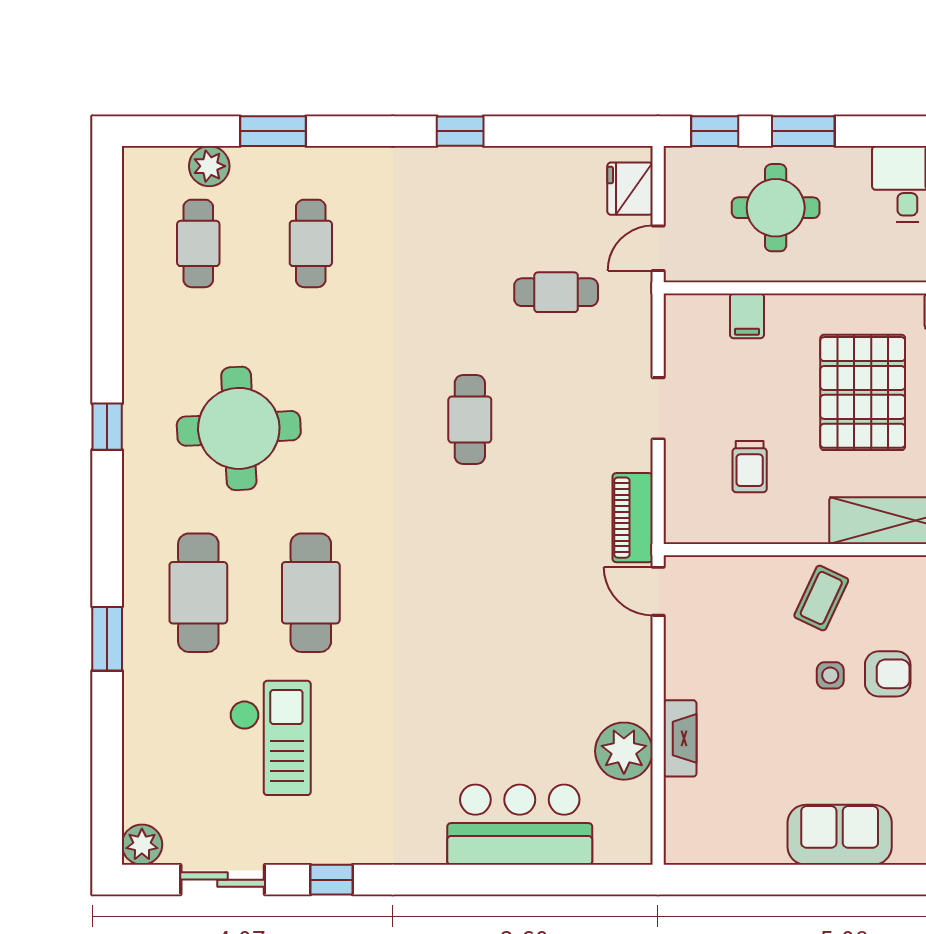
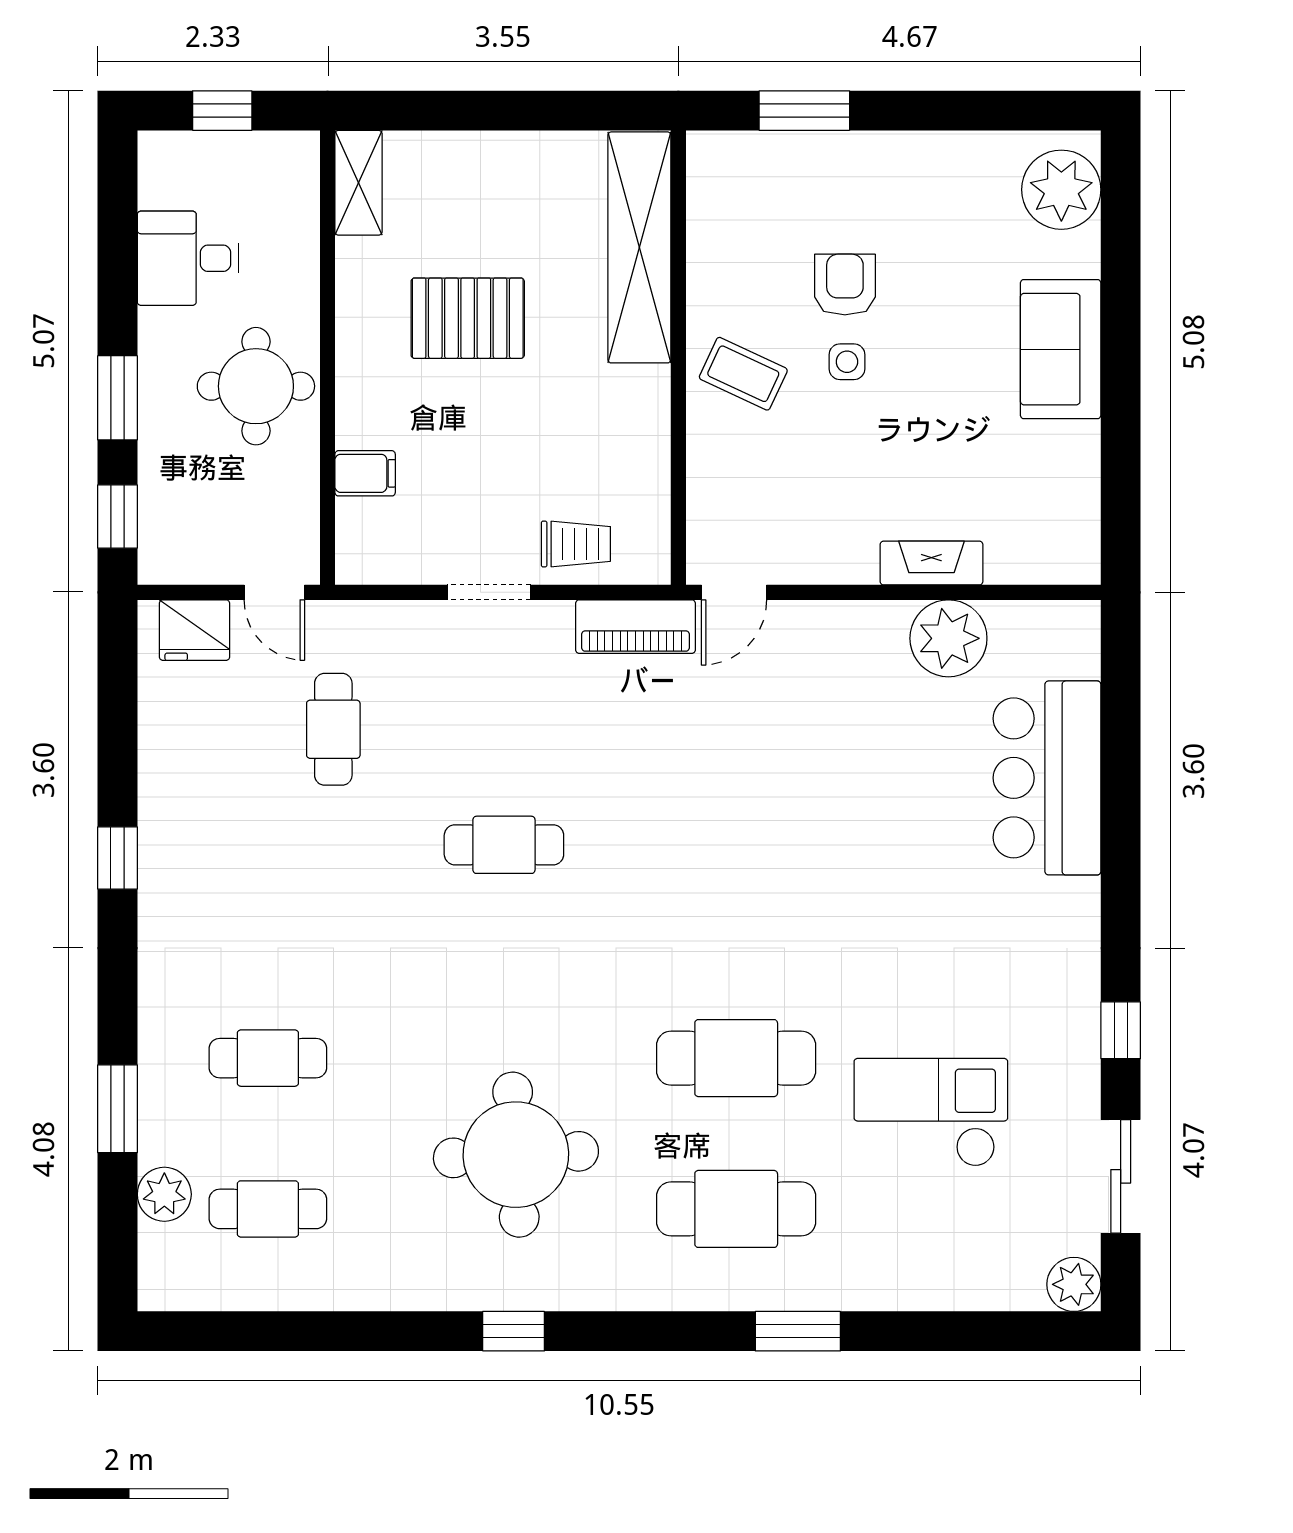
round table: (776, 208) -> (256, 386), moved
pallet: (863, 392) -> (468, 318), width x0.73, depth x0.71
trolley: (750, 467) -> (576, 544), moved

